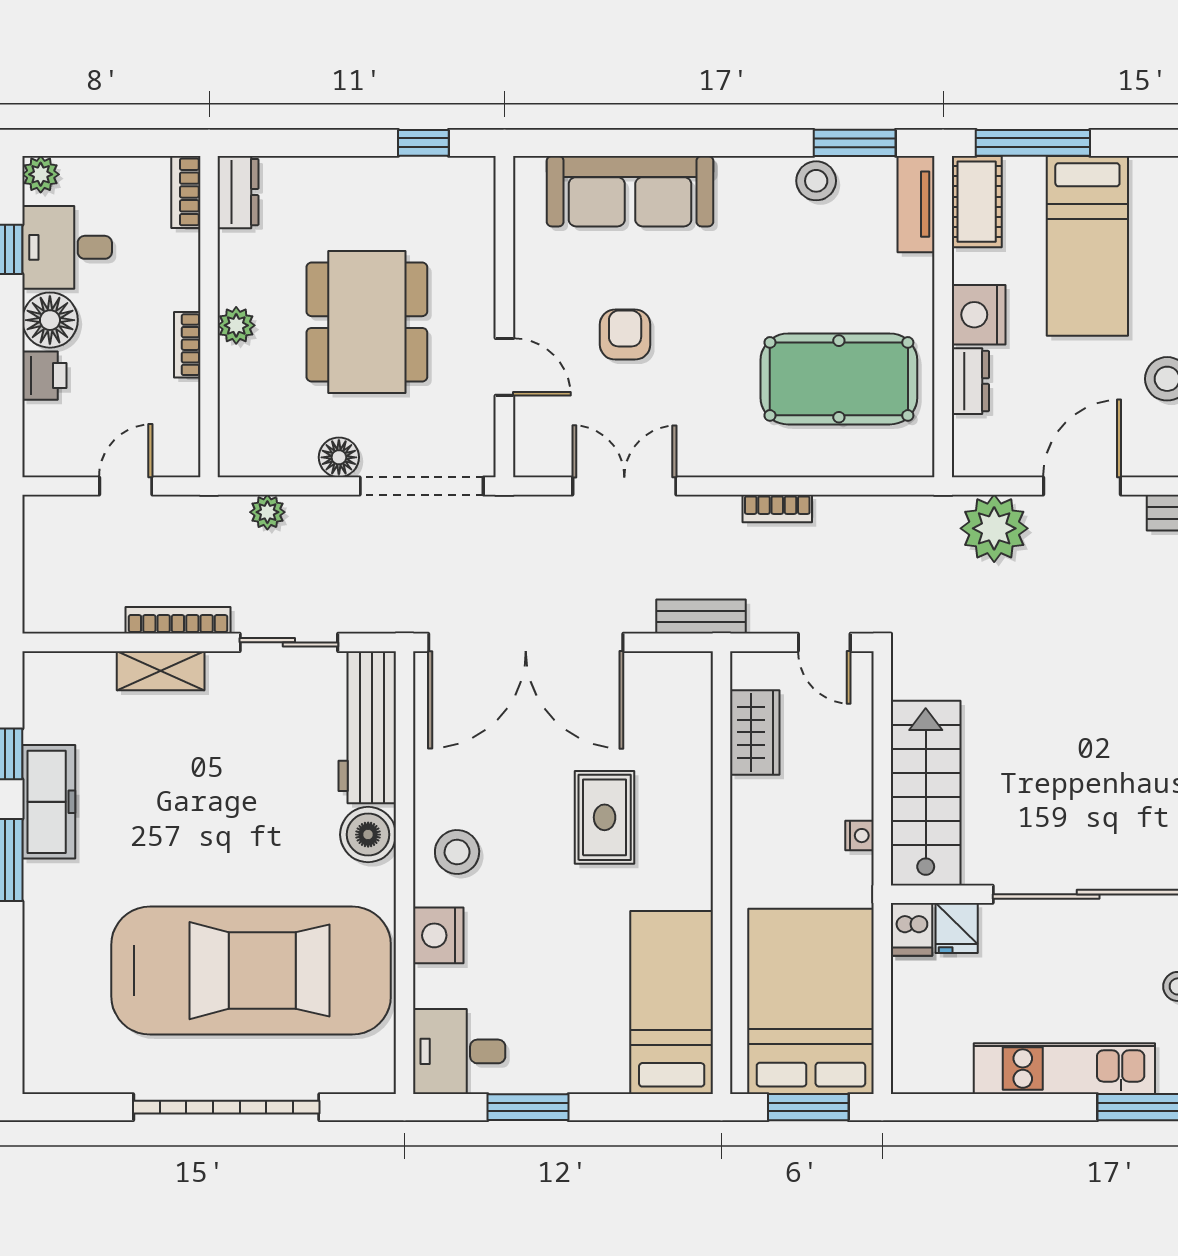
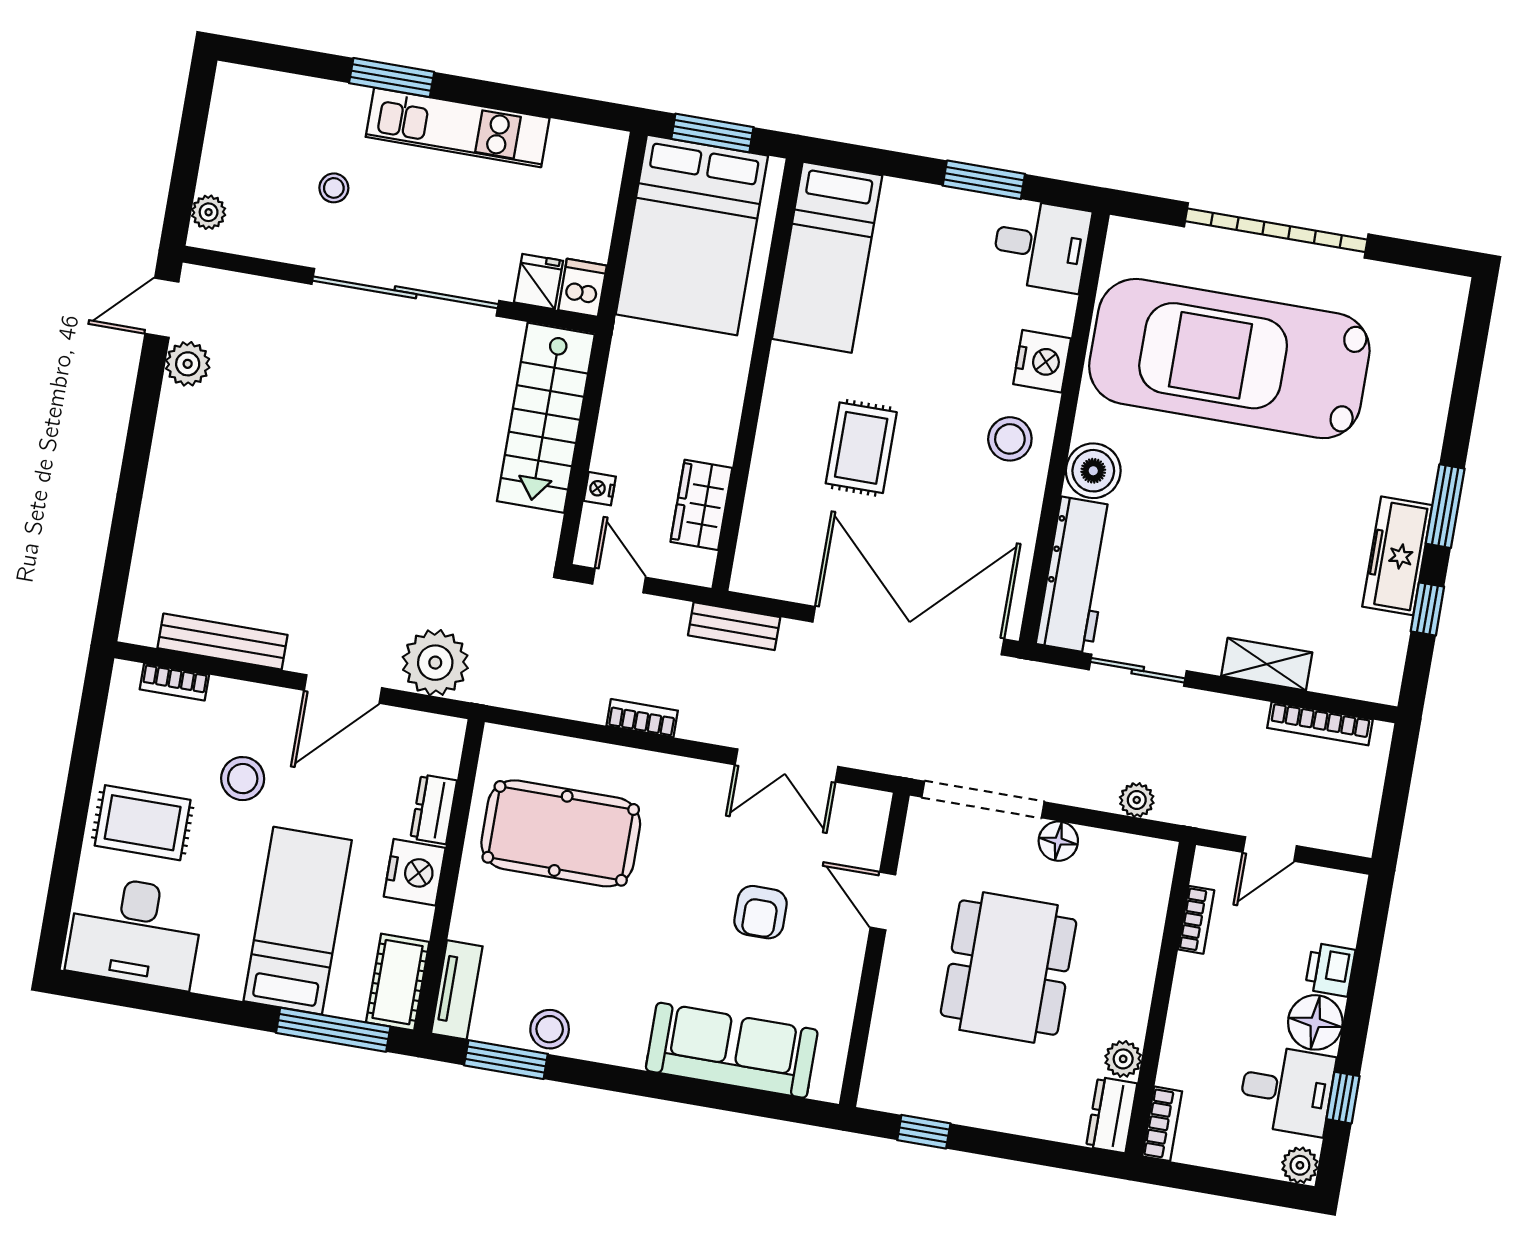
plant: (236, 325) -> (1123, 1059), moved
bookcase: (187, 345) -> (1196, 920), moved
bookcase: (178, 620) -> (1320, 724), moved
nightstand: (859, 836) -> (600, 489), moved

